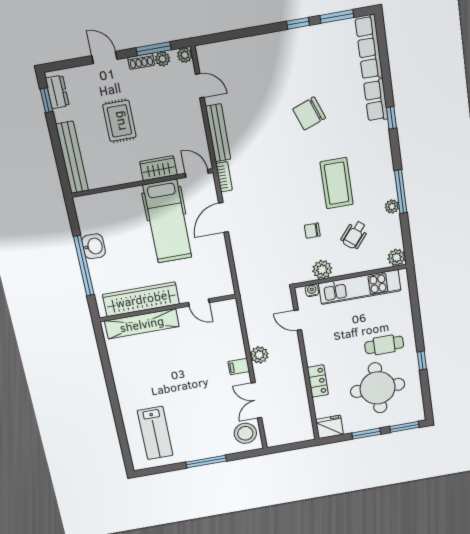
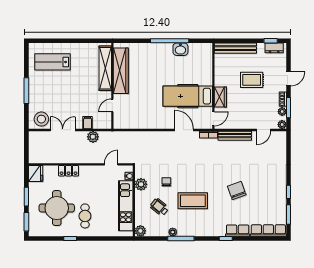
wardrobe: (141, 299) -> (121, 71), moved
door: (199, 302) -> (112, 105), moved
wall: (168, 308) -> (112, 86), moved
shelving: (142, 324) -> (105, 68), moved

